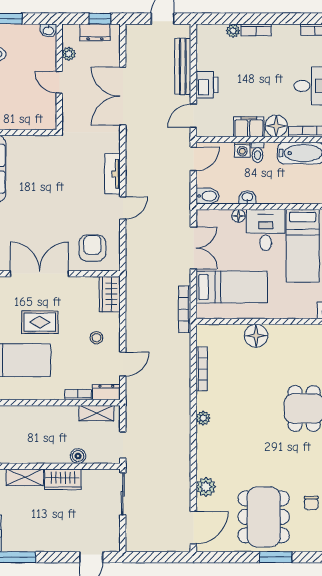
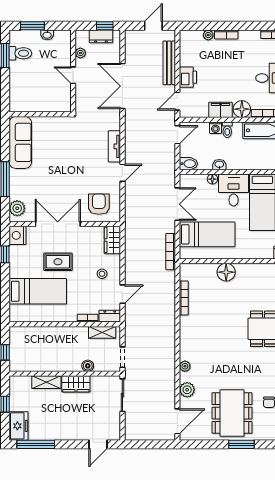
washbasin: (48, 30) -> (47, 35), moved
plant: (203, 418) -> (185, 366), moved

